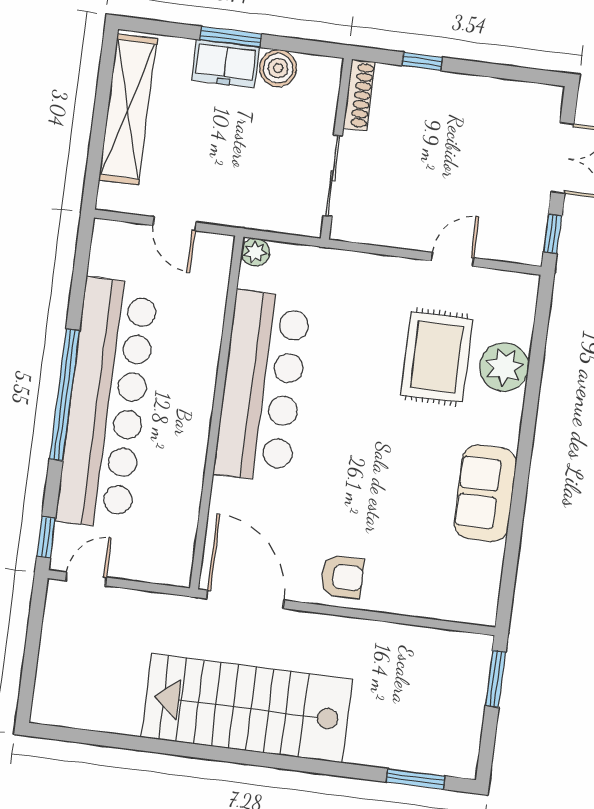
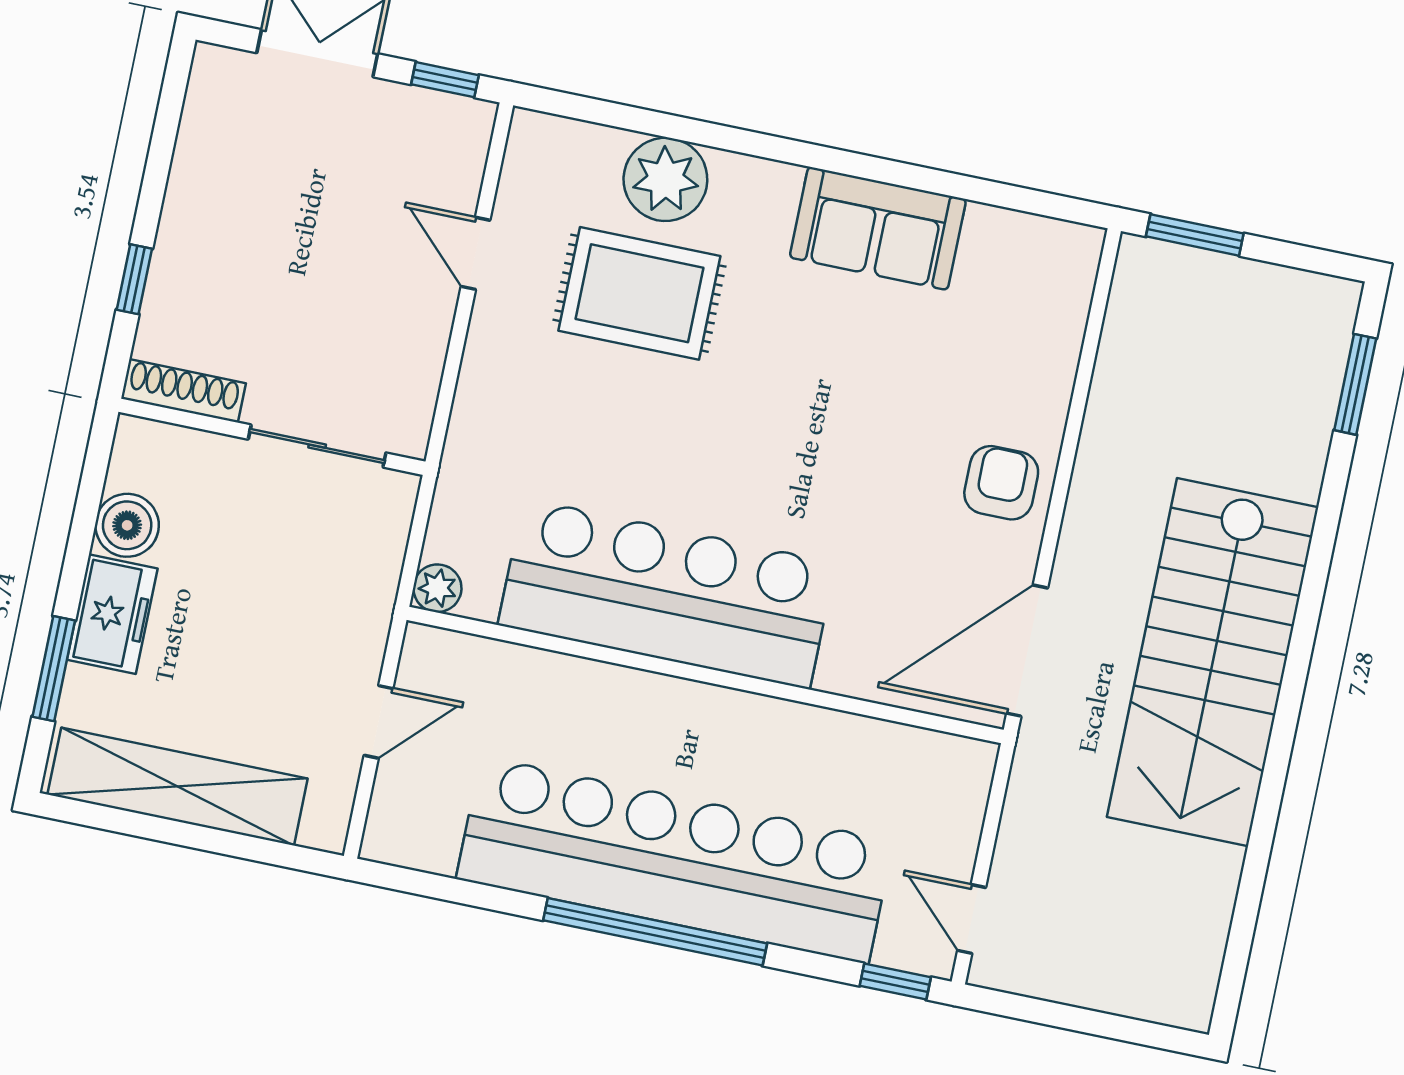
window: (231, 37) -> (54, 669), moved

